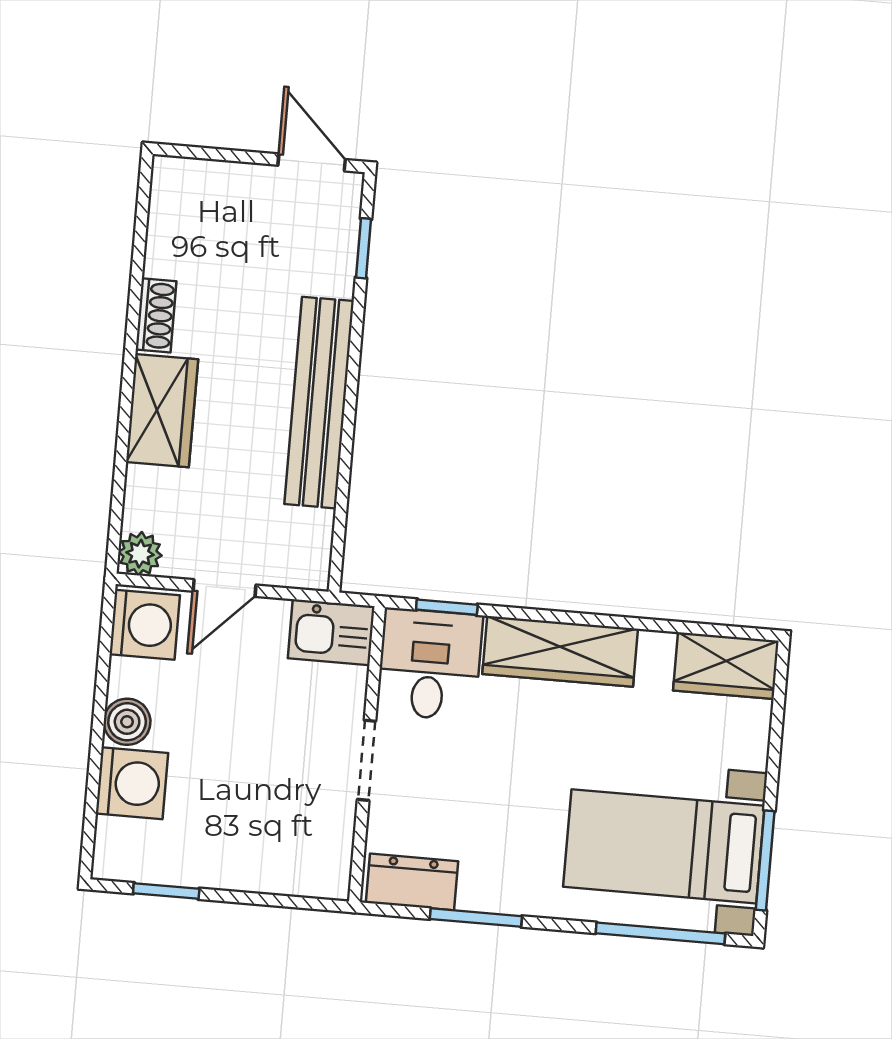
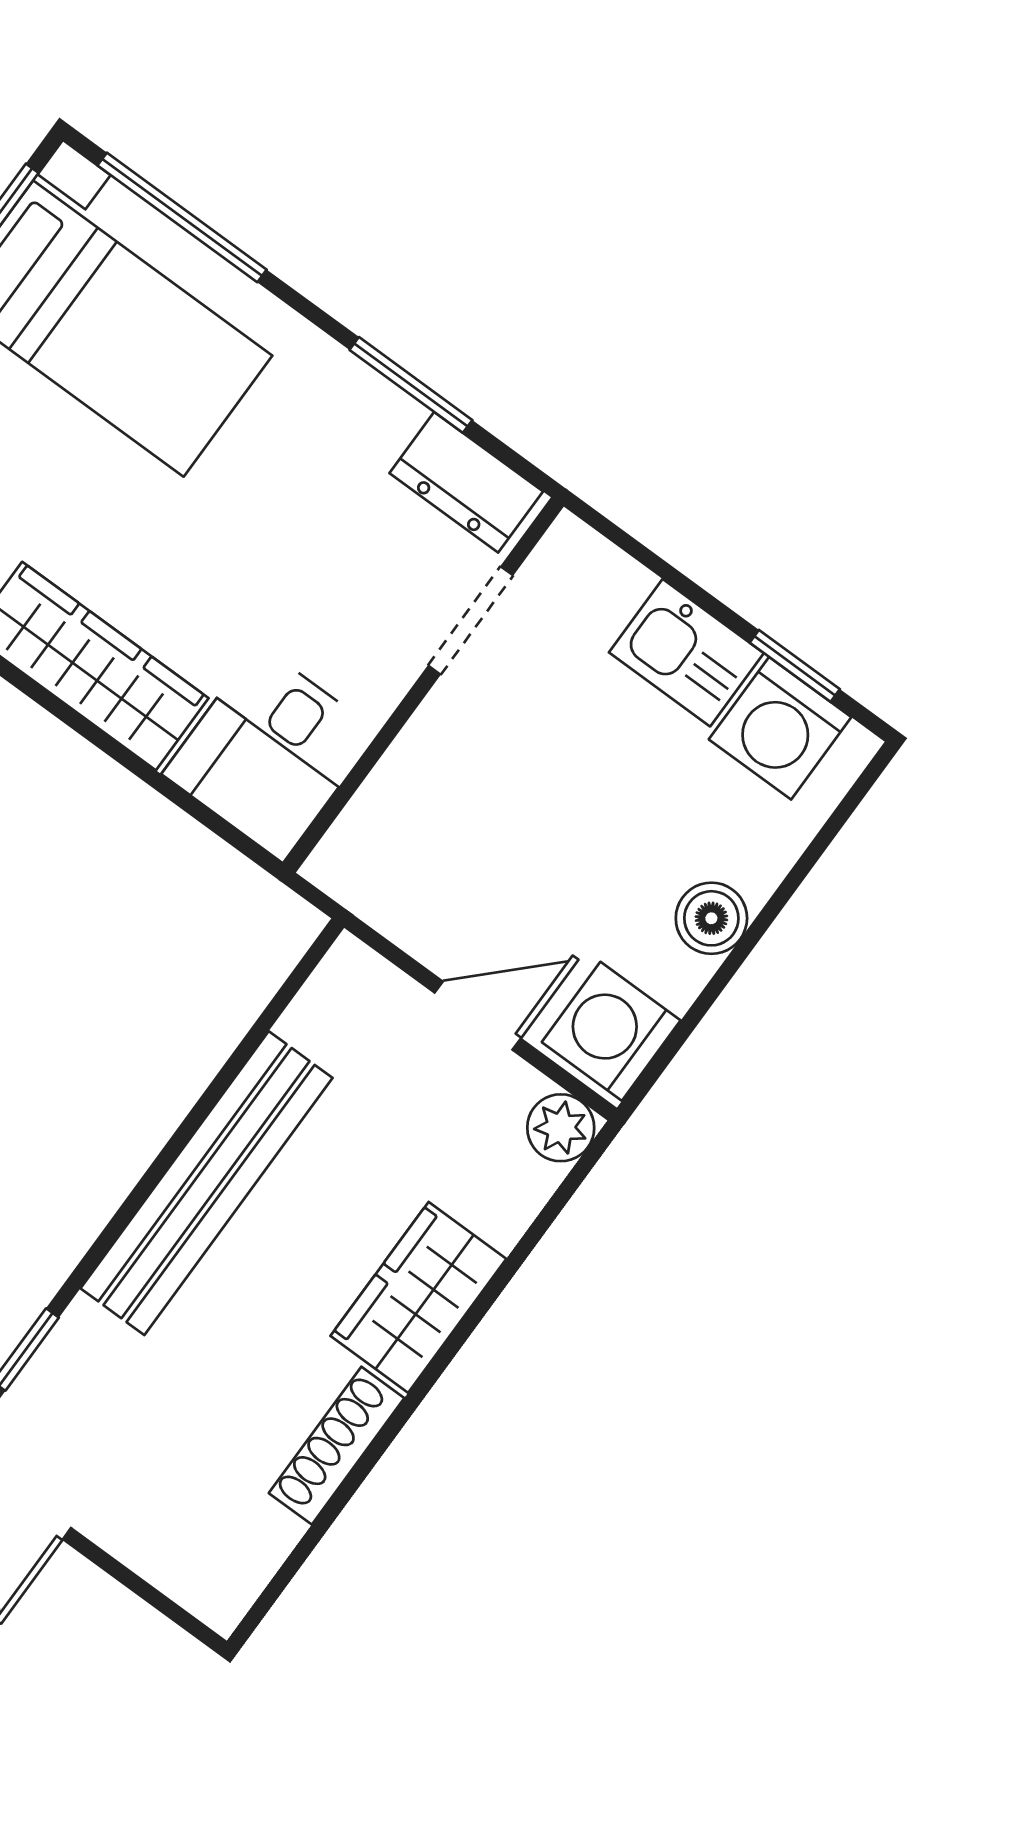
shoe rack: (156, 315) -> (337, 1446), width x1.43
window: (447, 607) -> (202, 814), removed
kitchen sink: (331, 632) -> (686, 653), moved, turned 180
doorway: (367, 760) -> (471, 620), moved
washing machine: (132, 783) -> (780, 728), moved, turned -90

